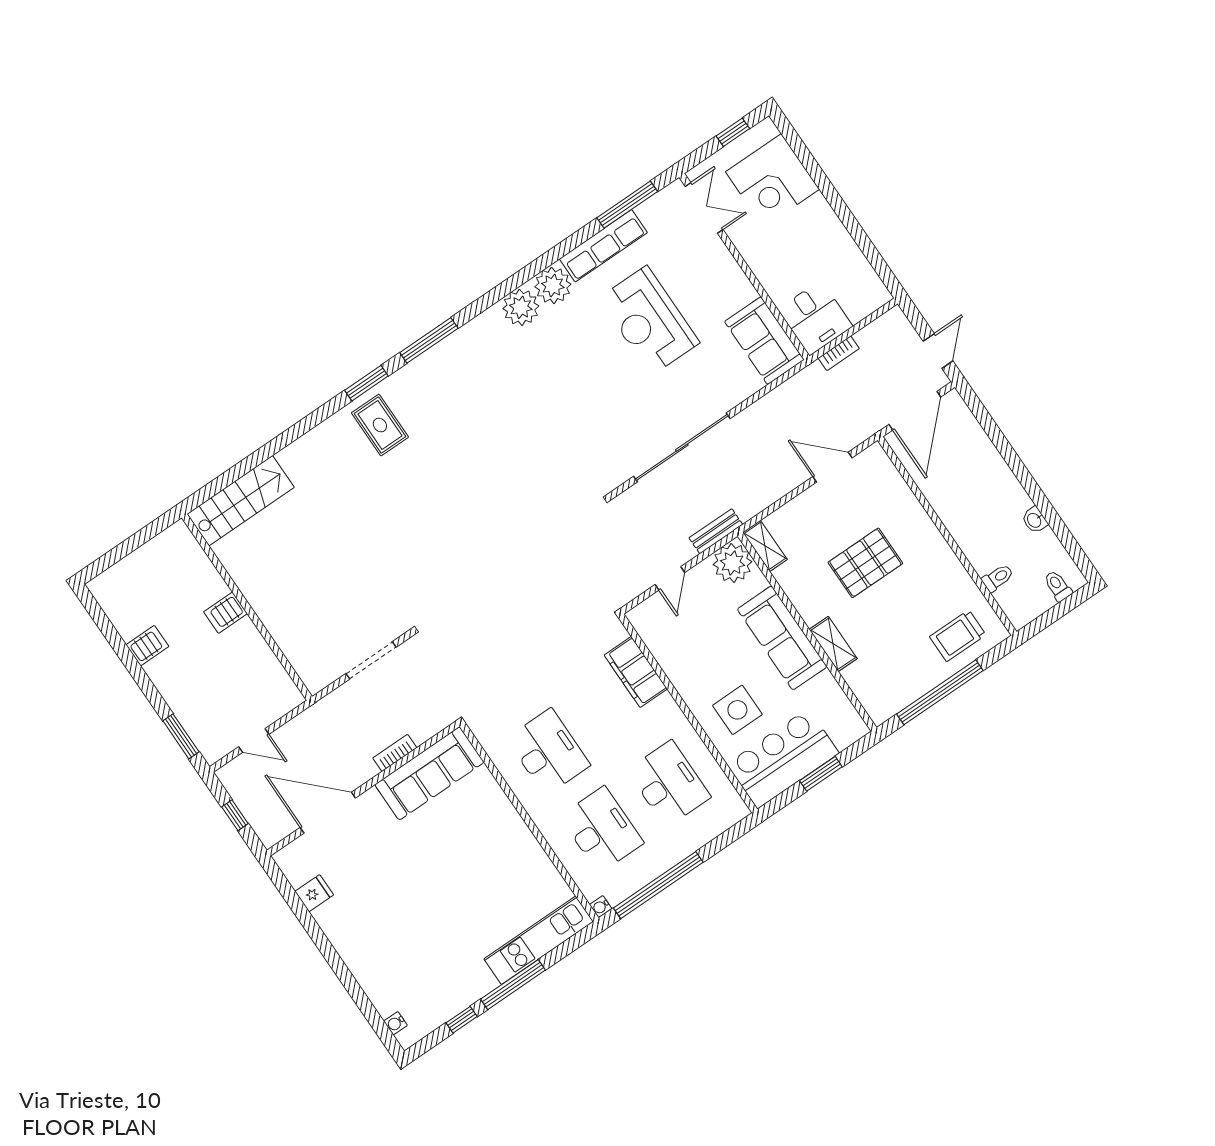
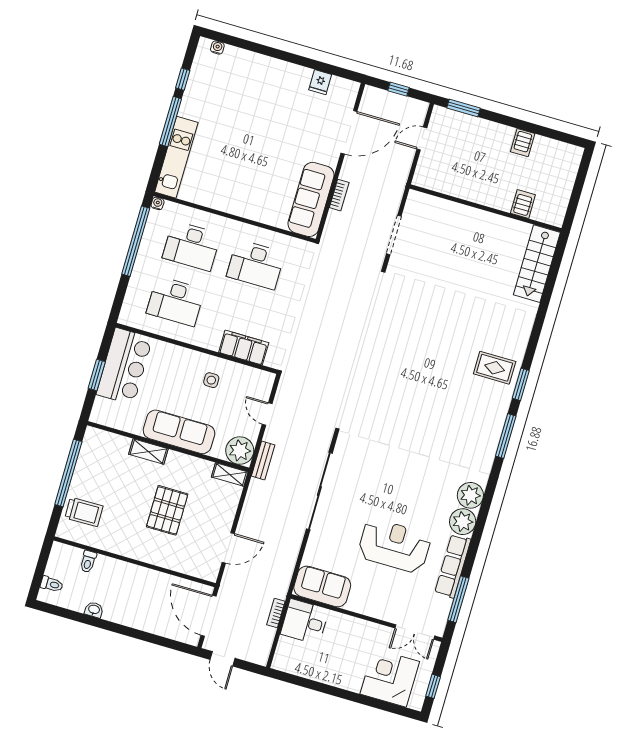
server rack: (226, 613) -> (523, 204), moved
trolley: (958, 636) -> (84, 512), turned 89
side table: (737, 710) -> (211, 380), moved, width x0.54, depth x0.54

